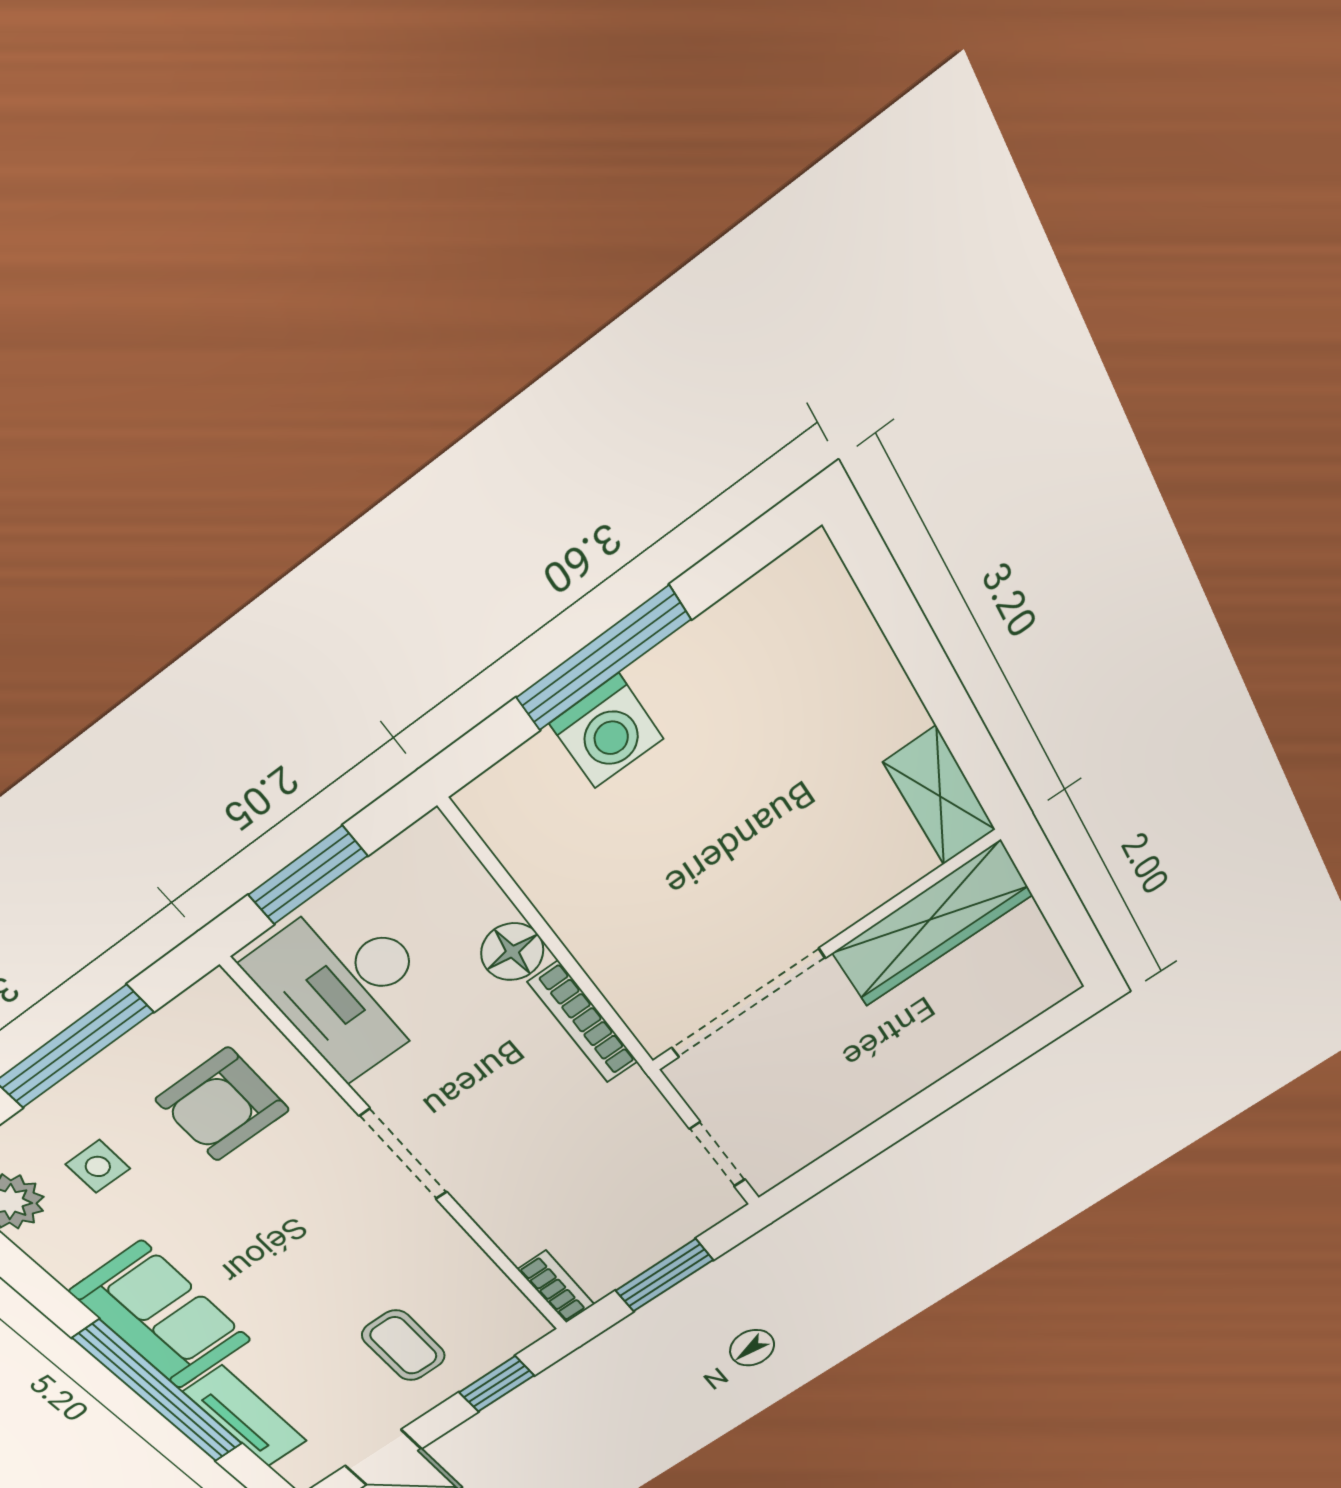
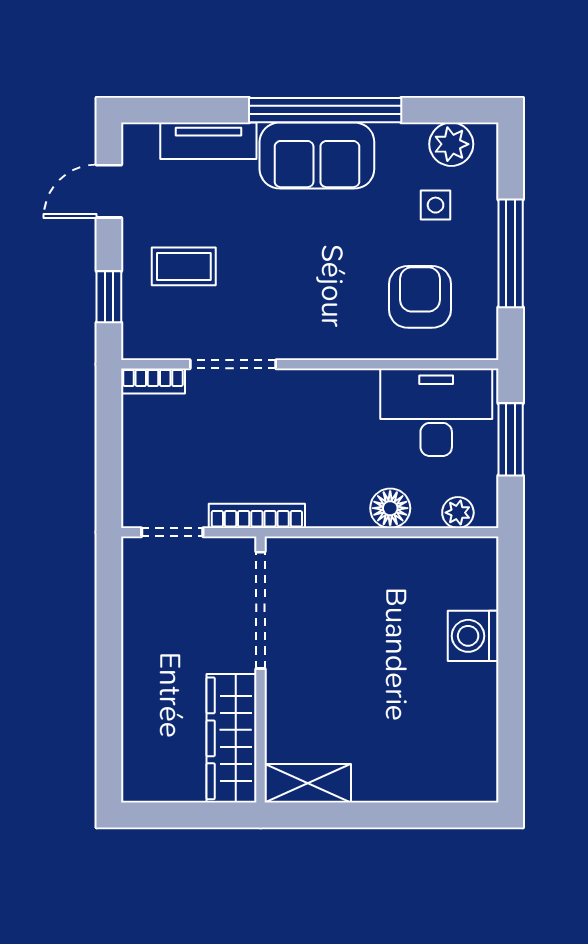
window: (603, 659) -> (511, 658), removed
plant: (455, 869) -> (458, 513), added
bookcase: (583, 1022) -> (257, 516), moved
doorway: (404, 1154) -> (233, 364), moved
window: (664, 1275) -> (109, 447), removed
window: (159, 1392) -> (325, 110), moved

